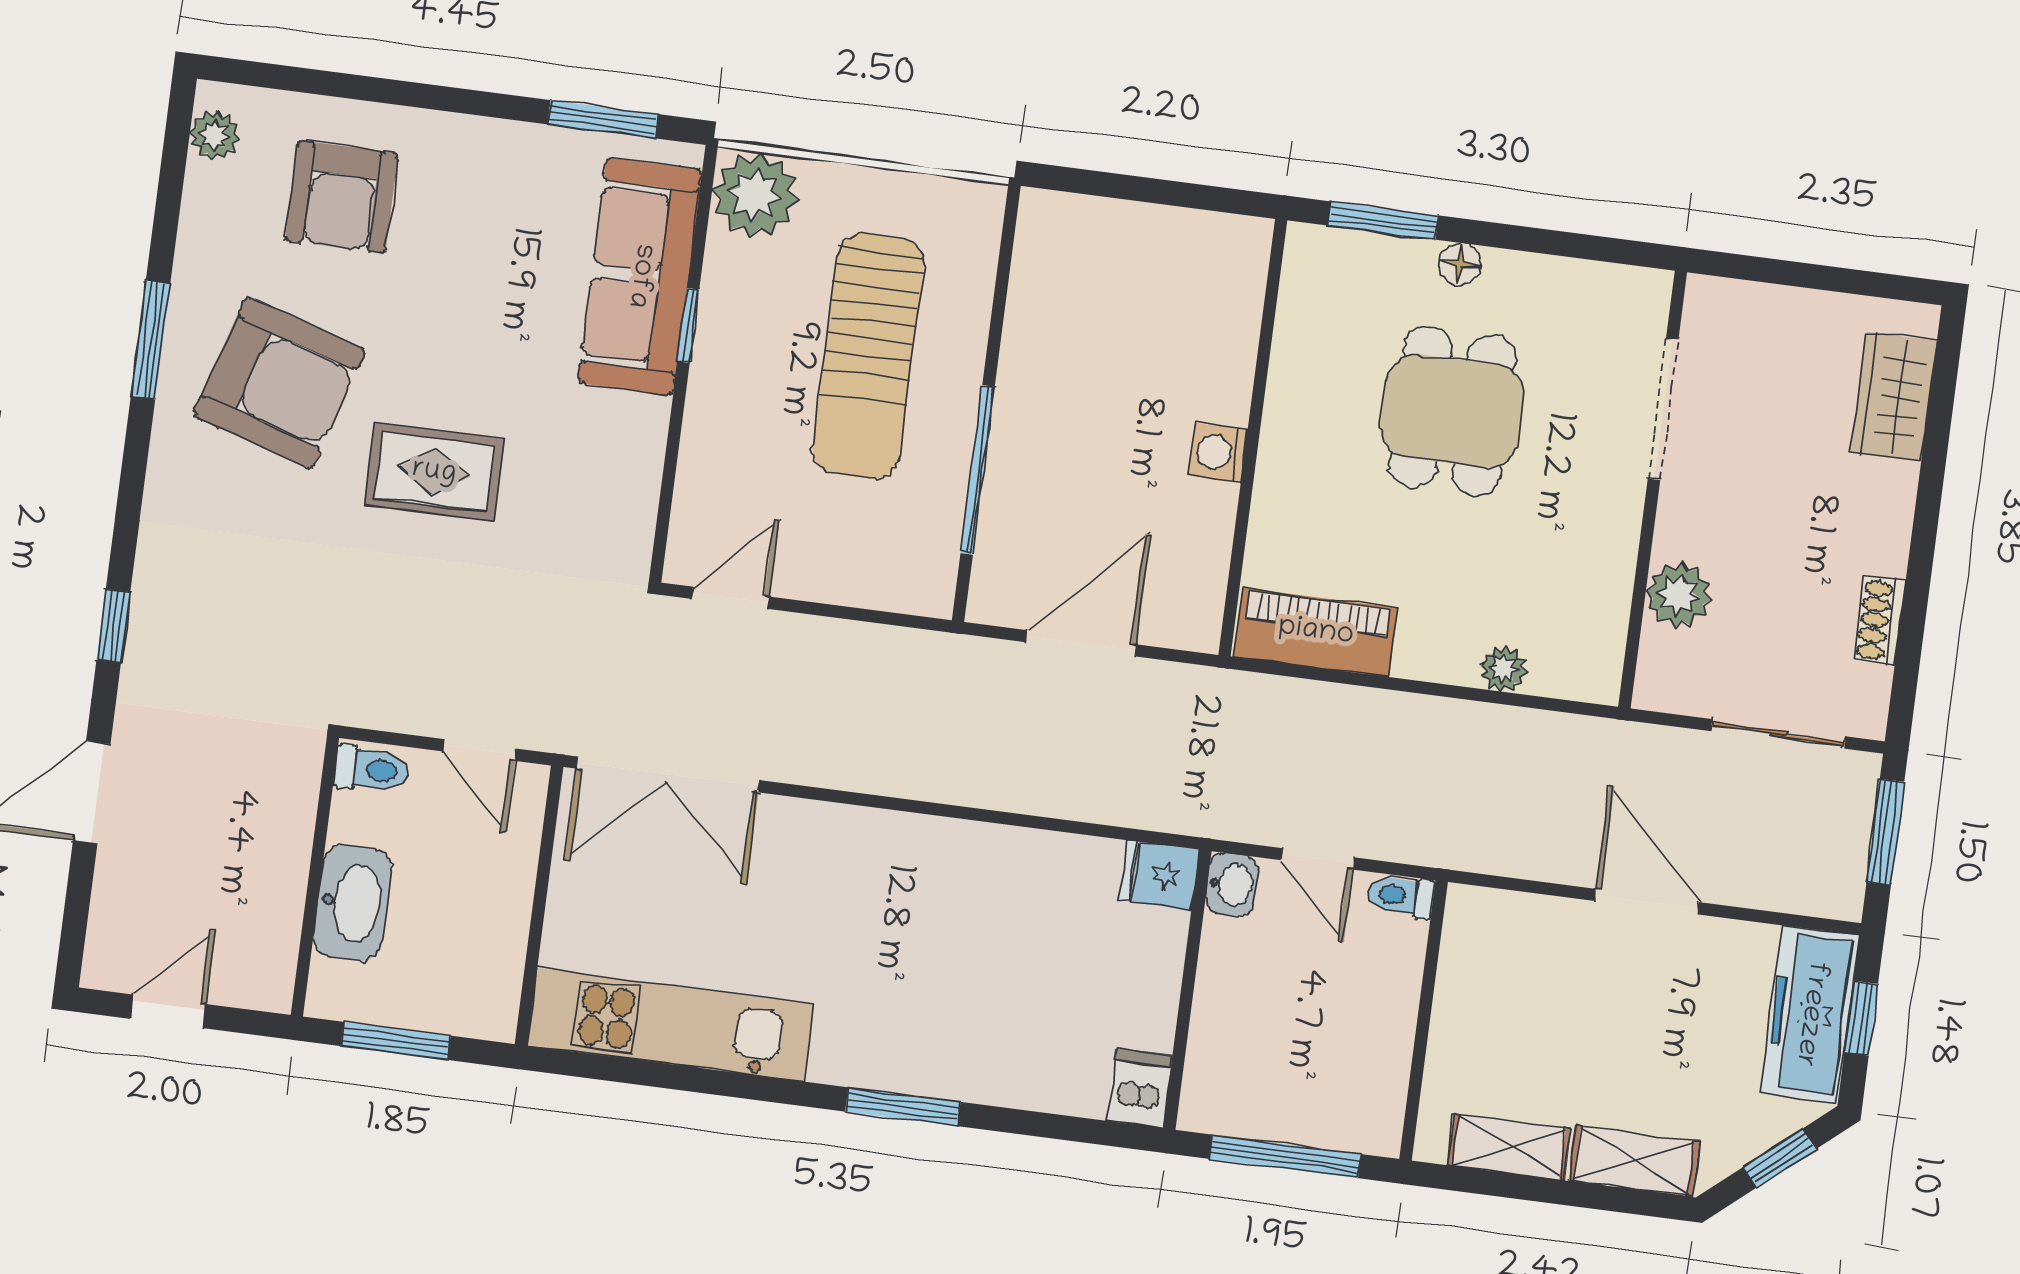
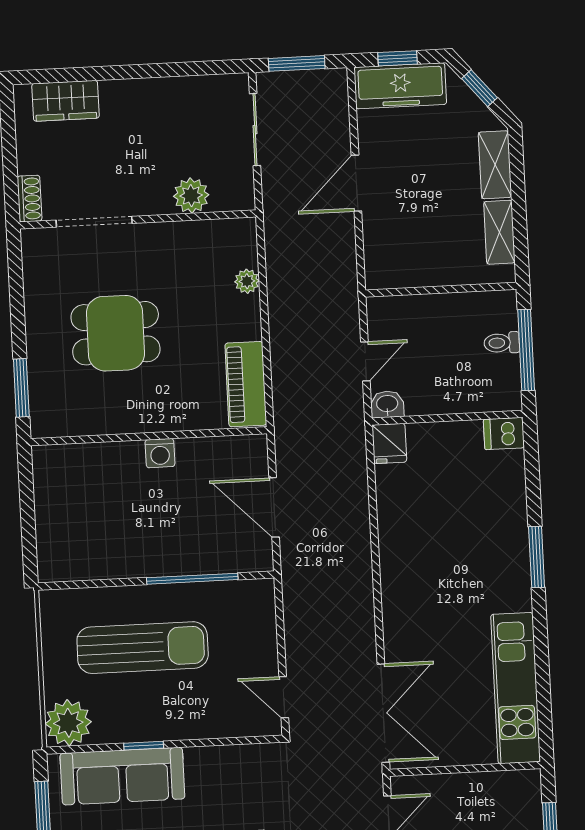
floor lamp: (1460, 264) -> (37, 343), removed
shoe rack: (1880, 621) -> (30, 199), moved, turned -90
toilet: (1401, 896) -> (502, 343), moved, turned 90

